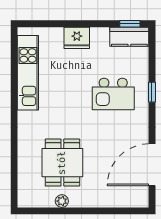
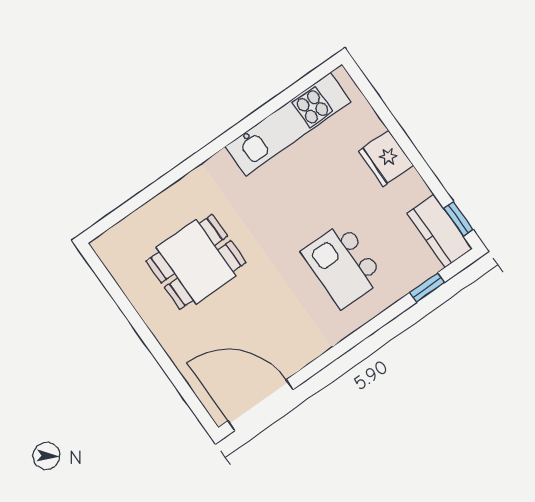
window: (152, 92) -> (427, 287), moved
door: (152, 165) -> (260, 405), moved
plant: (62, 201) -> (141, 299), removed

